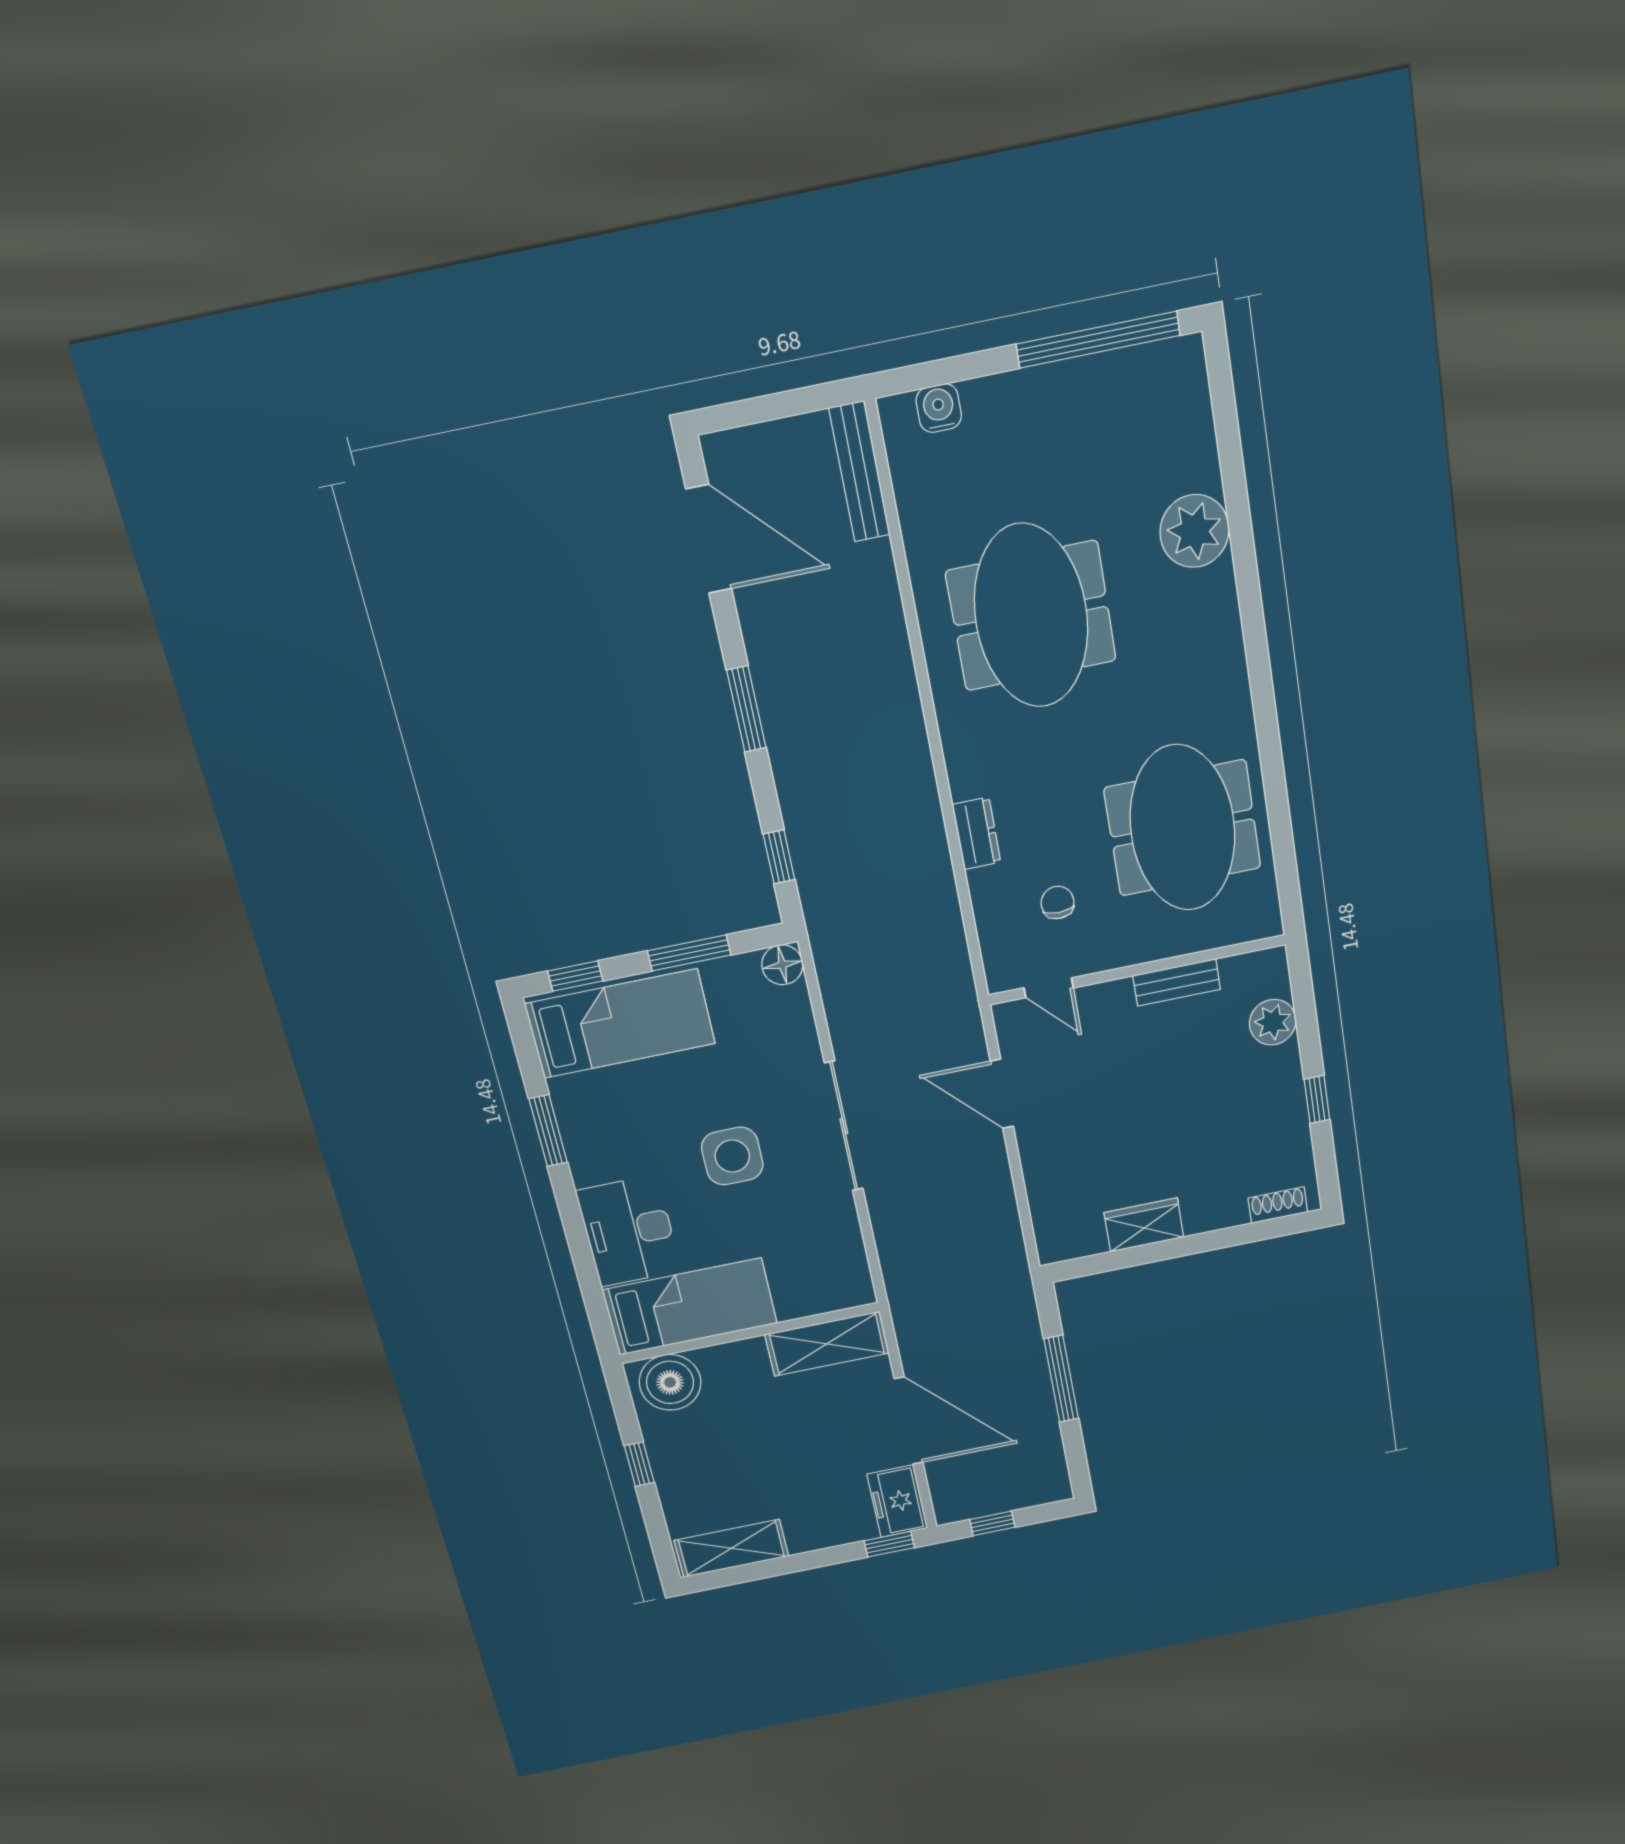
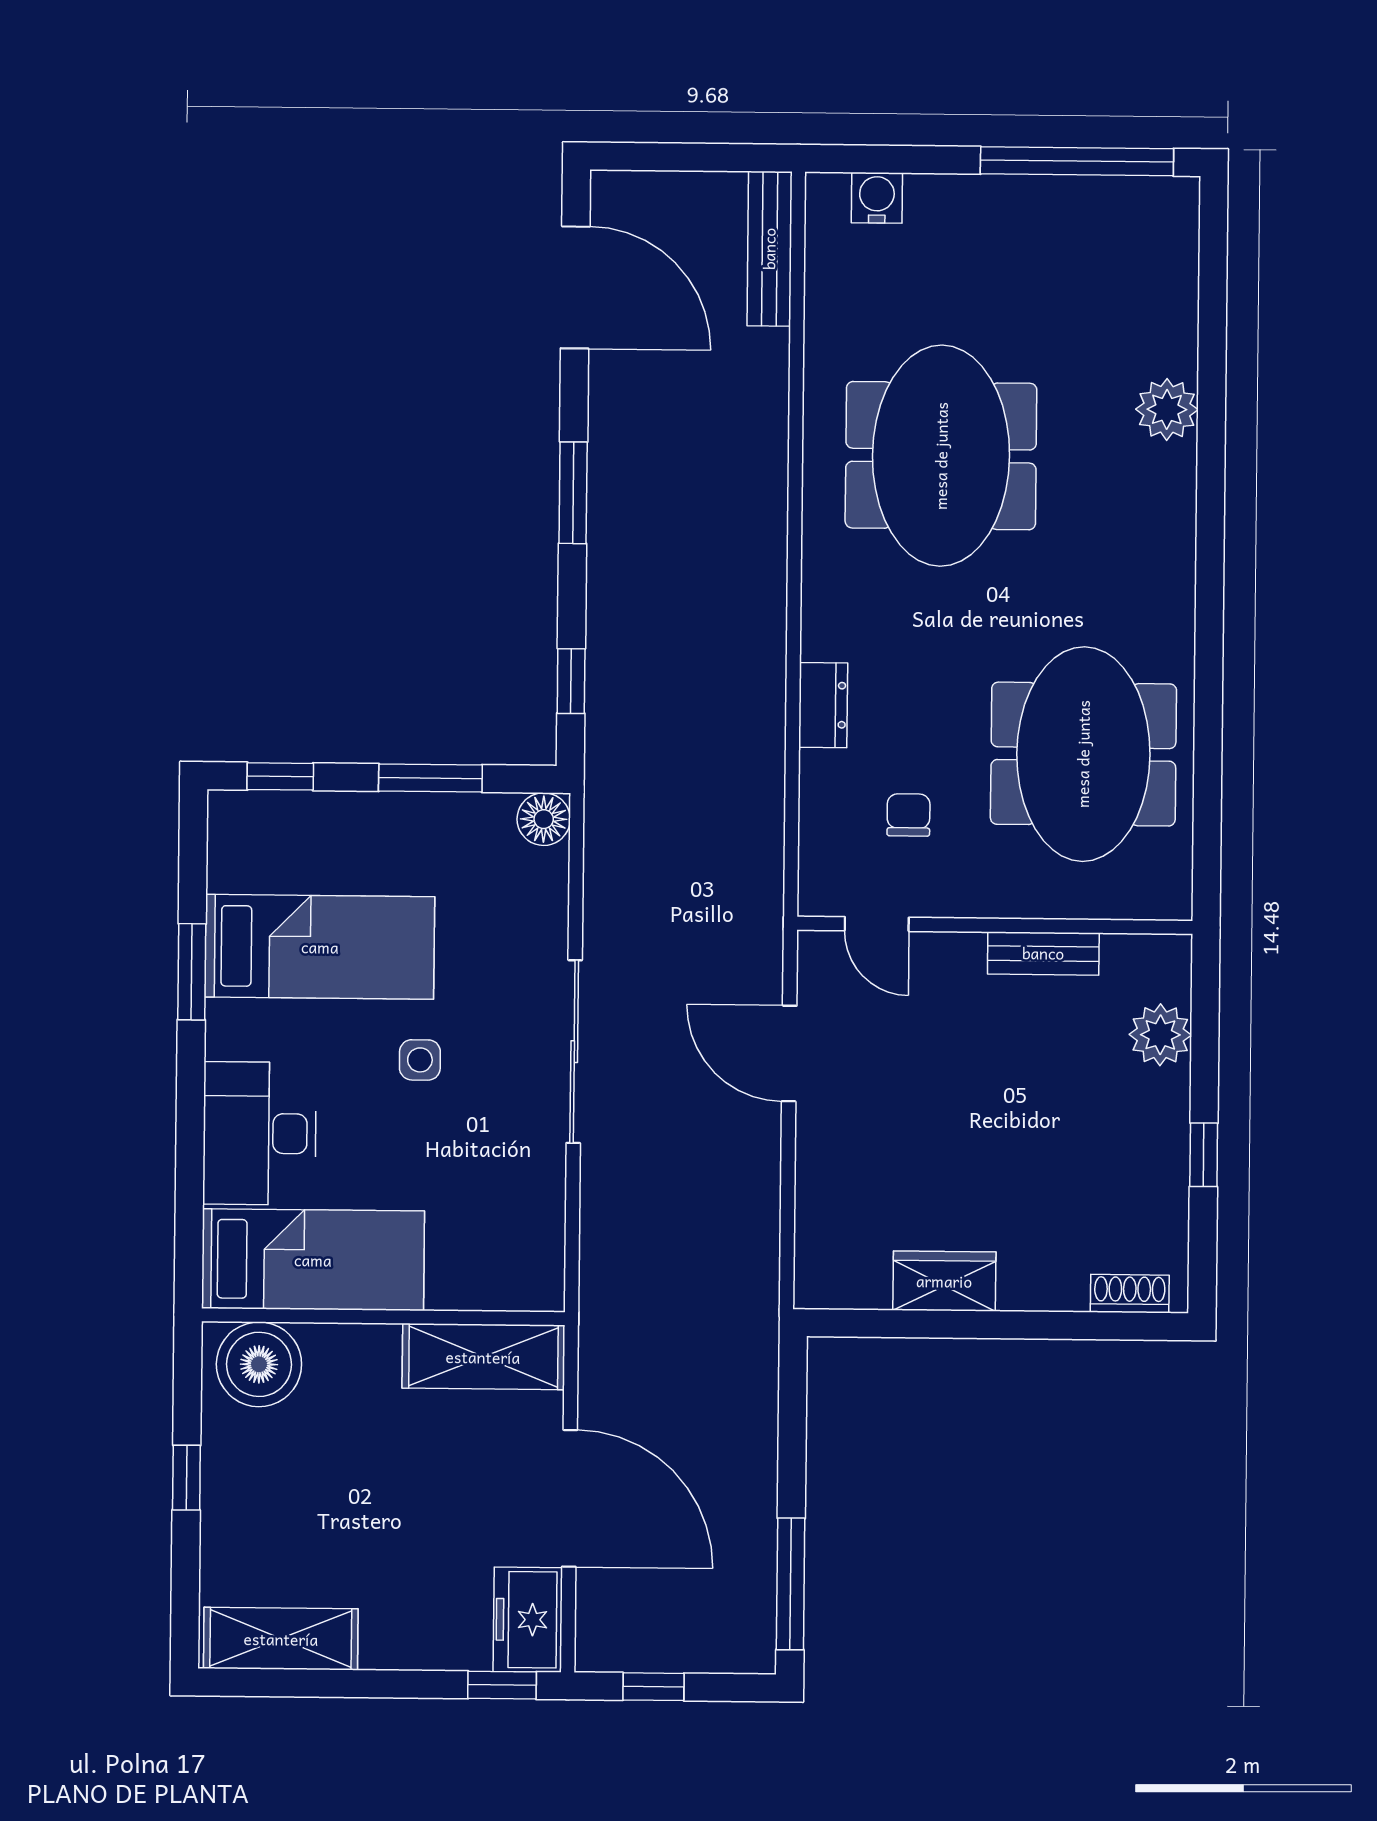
plant: (1195, 531) -> (1167, 409), width x0.73, depth x0.73
bed: (620, 1024) -> (320, 947), moved
side table: (732, 1156) -> (420, 1060), width x0.54, depth x0.54
window: (1061, 1379) -> (791, 1584), moved

